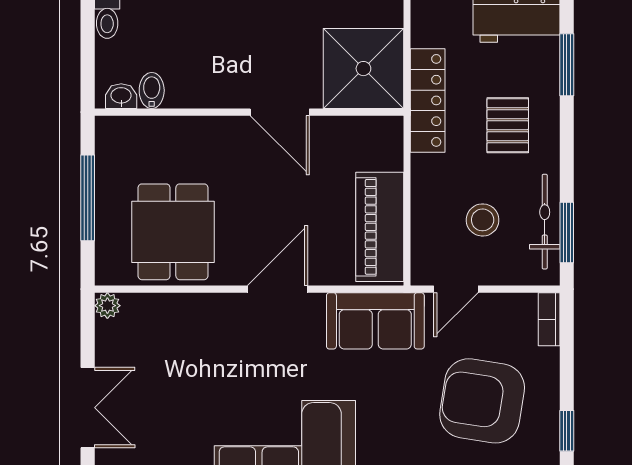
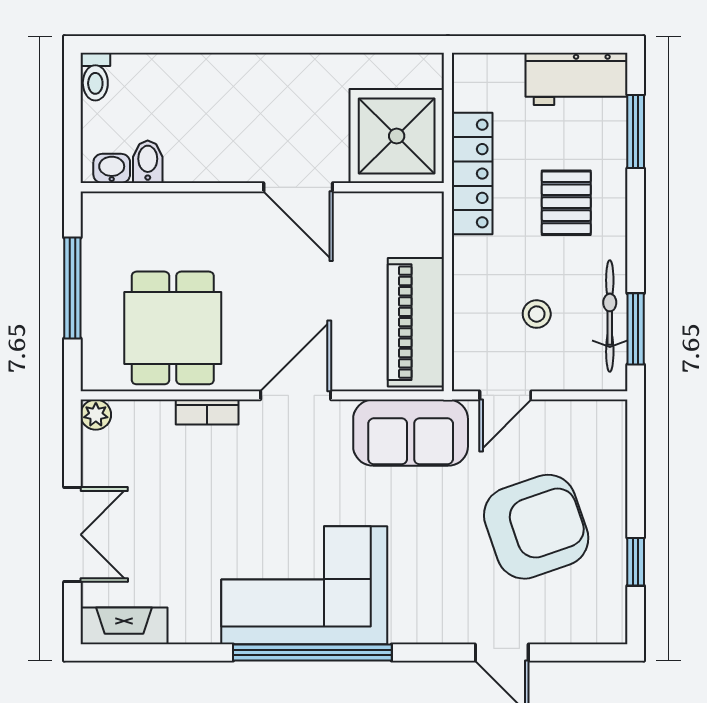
stool: (483, 220) -> (537, 314), width x0.73, depth x0.73
bookcase: (549, 319) -> (207, 412), moved, turned -90
armchair: (482, 401) -> (536, 527), turned 152

